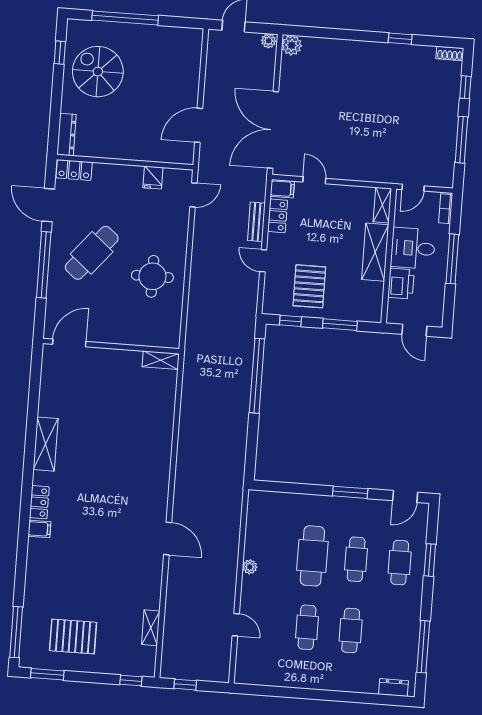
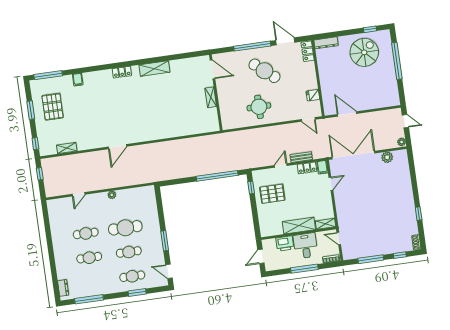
plant: (292, 45) -> (387, 157), moved
door: (48, 205) -> (285, 41), hinge flipped
window: (340, 325) -> (255, 215), removed
shelving: (161, 360) -> (211, 97), moved
filing cabinet: (39, 529) -> (78, 80), moved
window: (47, 674) -> (31, 110), moved

